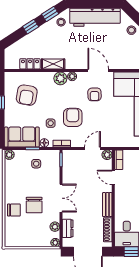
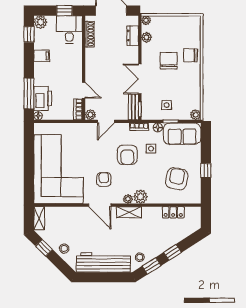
shelving: (53, 64) -> (129, 212), moved
double door: (61, 198) -> (140, 79), moved
bench: (107, 205) -> (133, 107), moved

